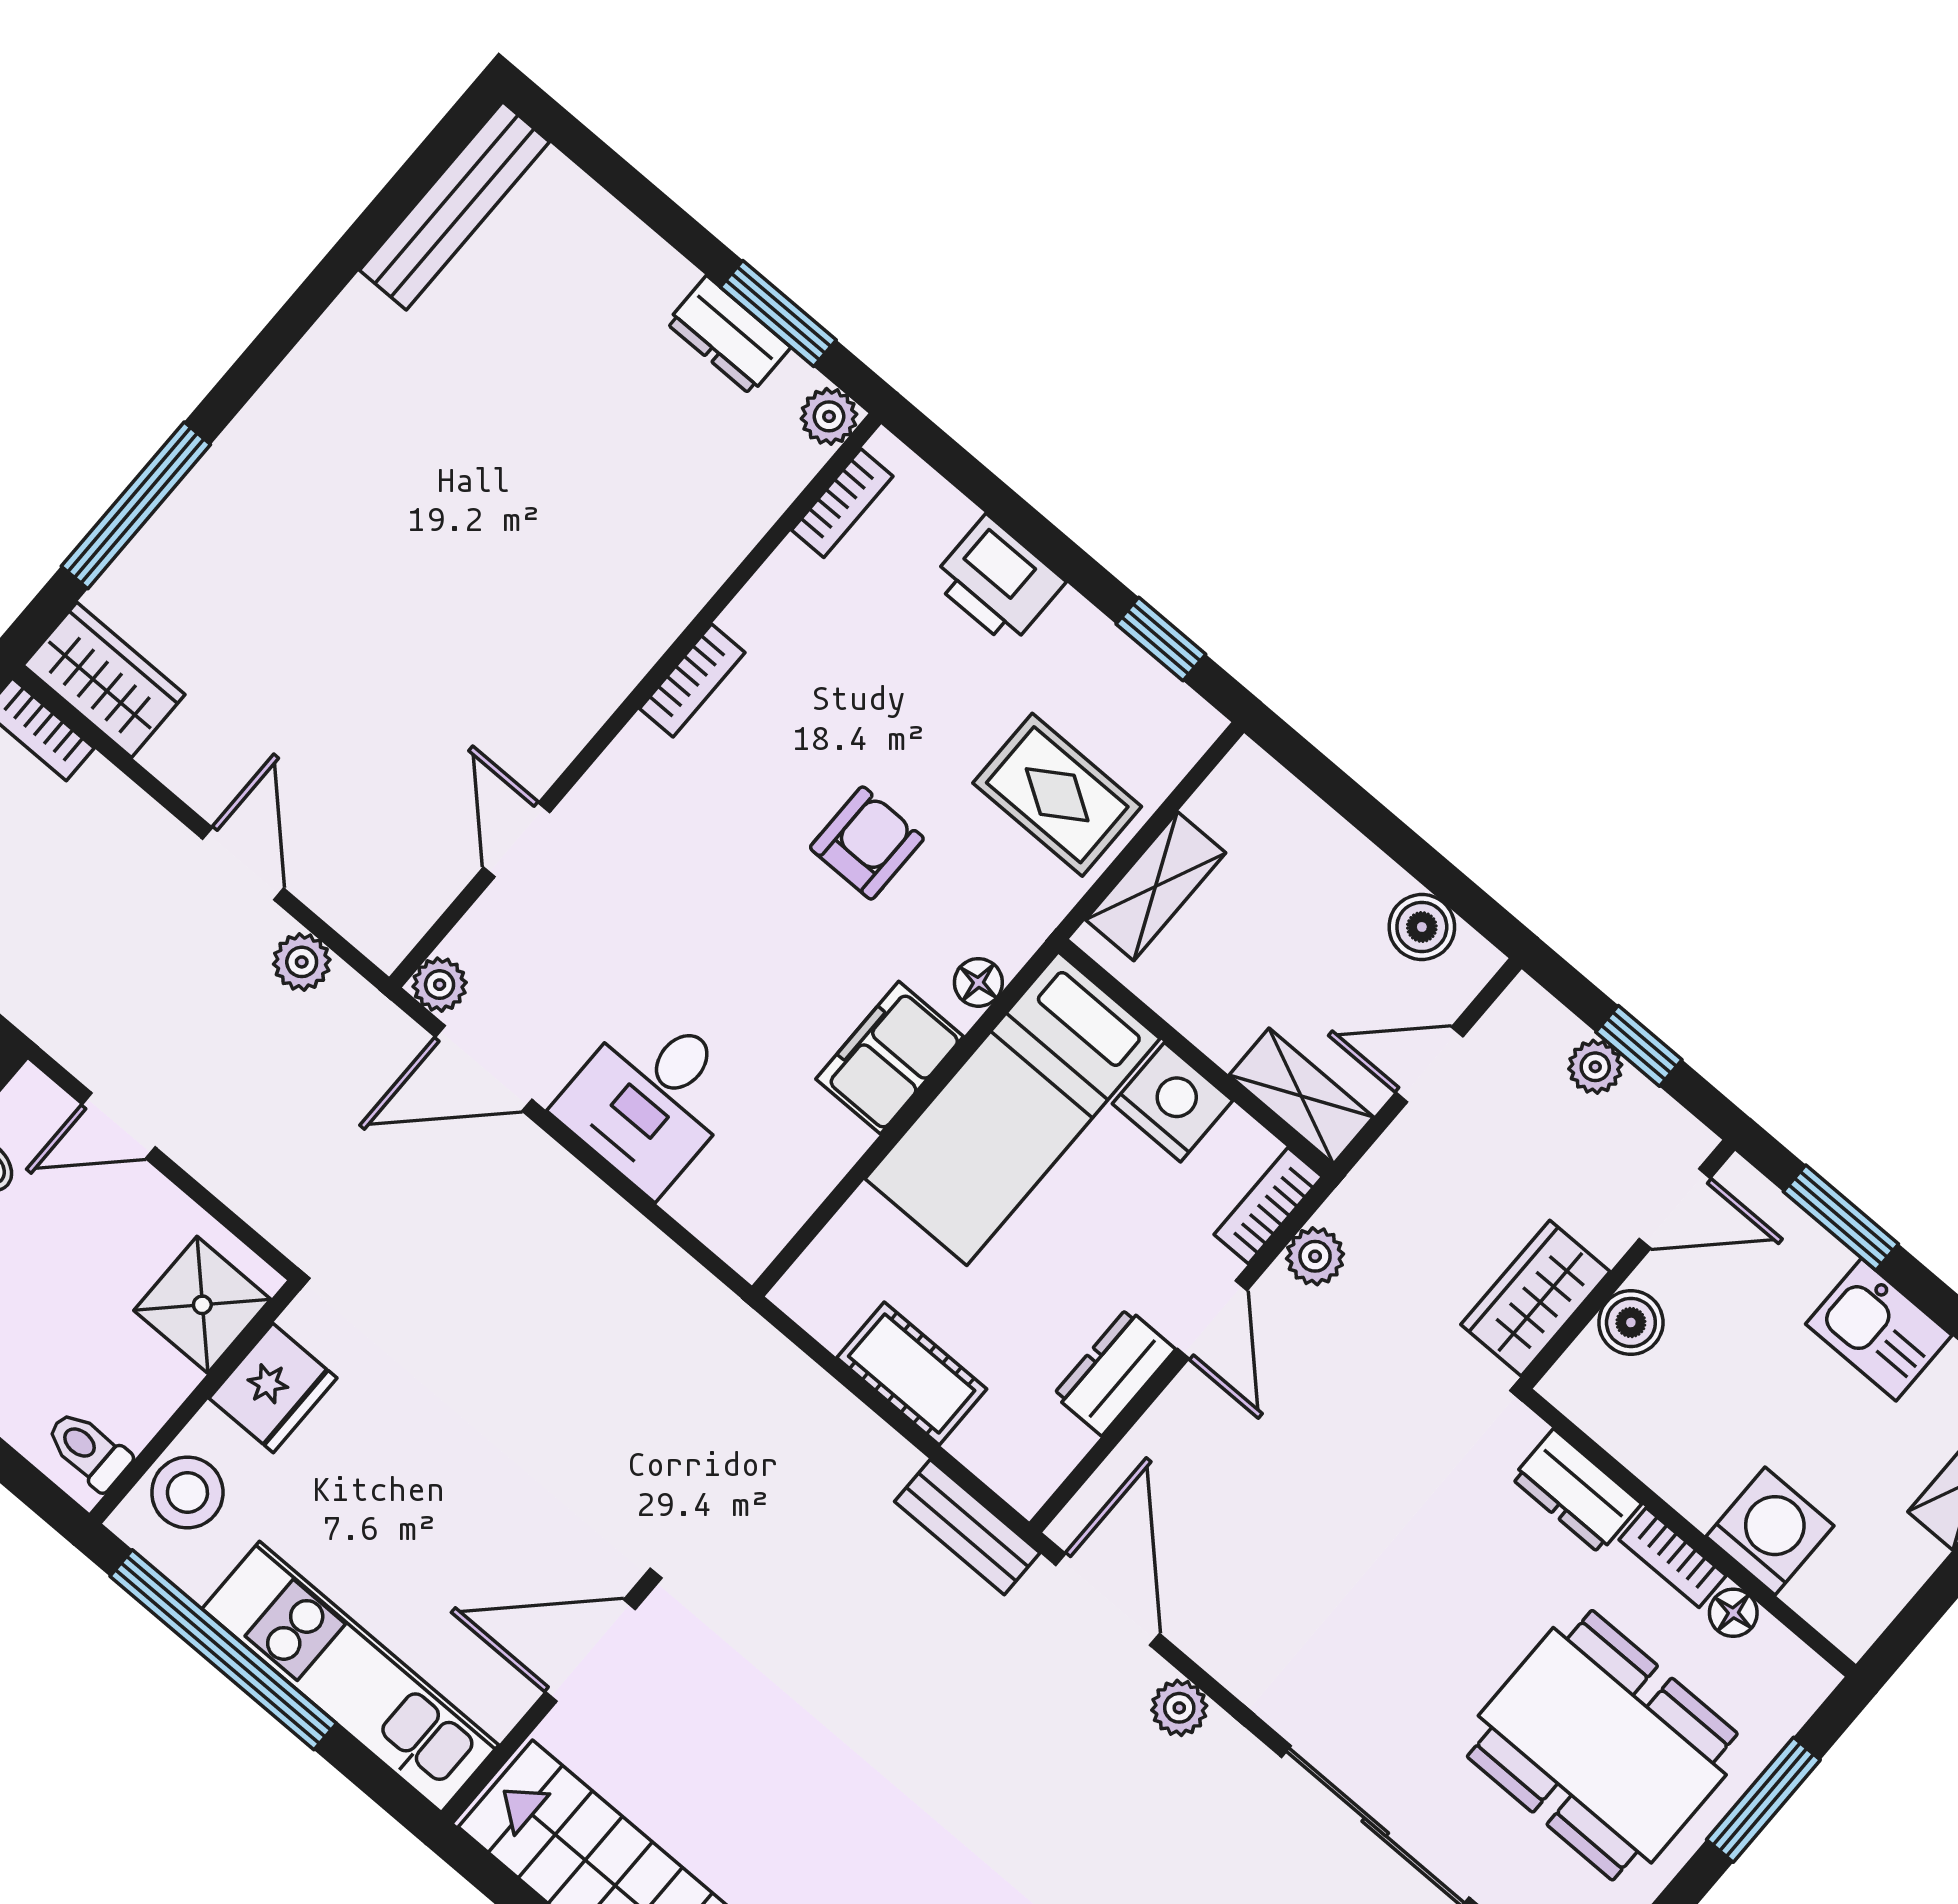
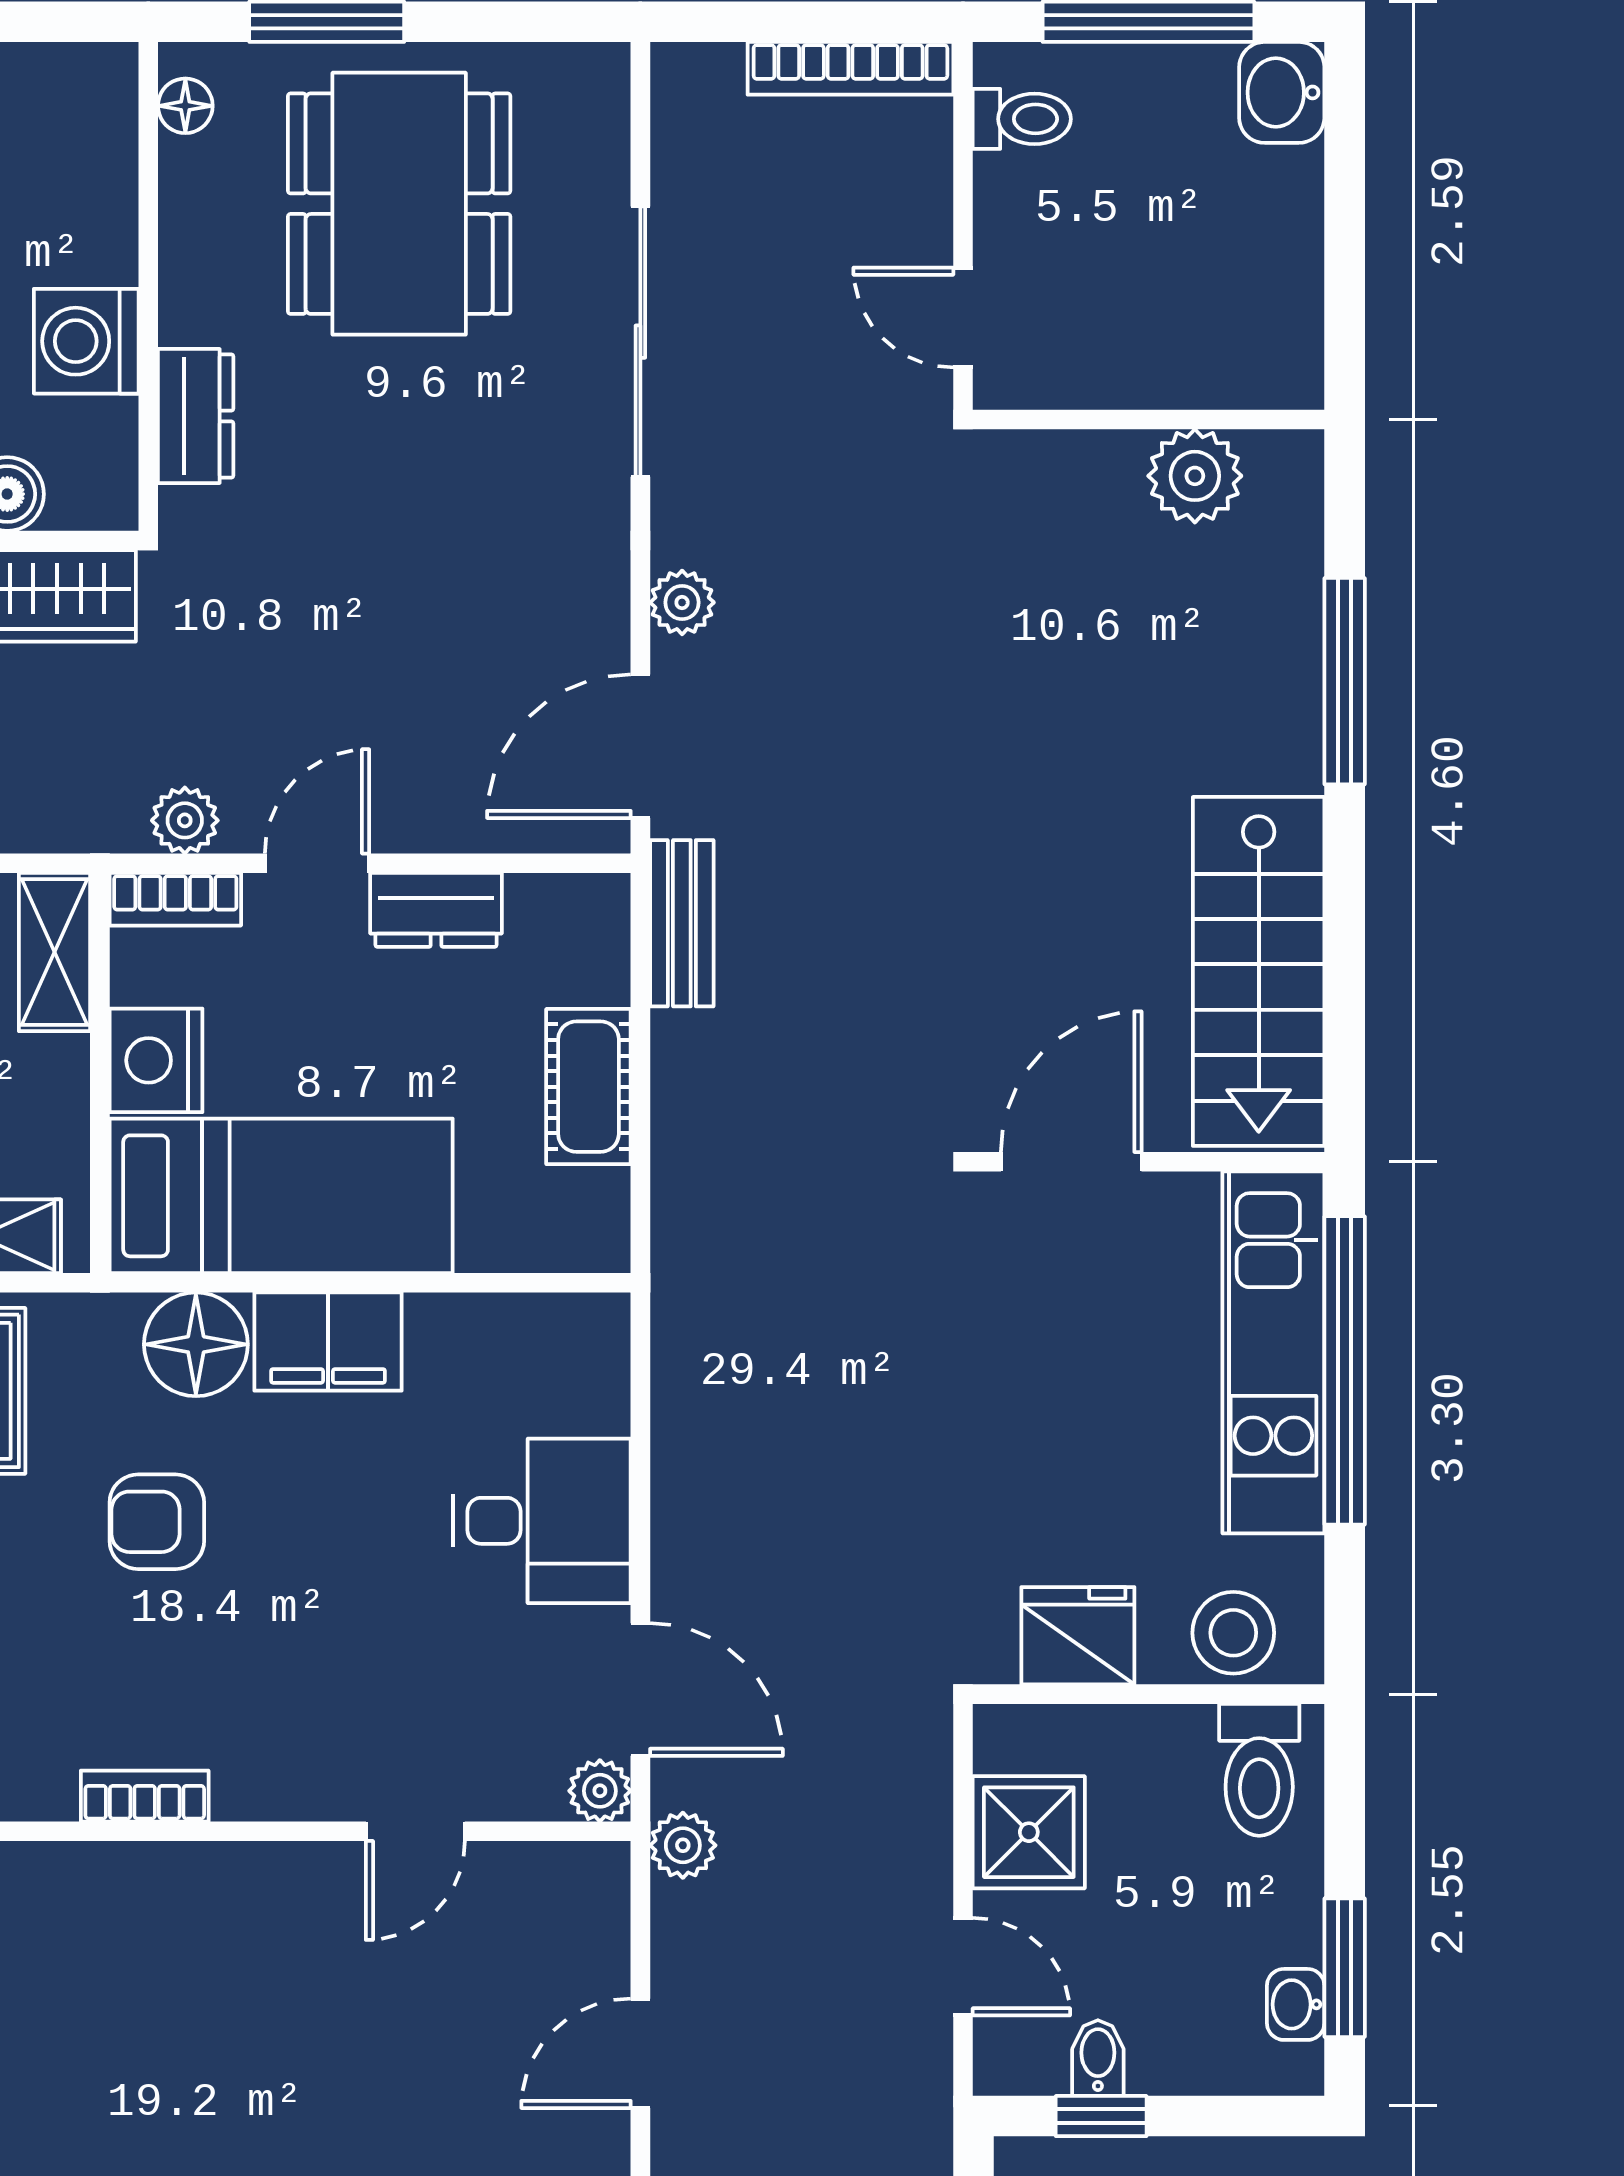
plant: (302, 962) -> (683, 1845), moved
floor lamp: (978, 982) -> (196, 1344), width x1.89, depth x1.89
shower: (202, 1305) -> (1029, 1832), moved
toilet: (88, 1450) -> (1259, 1770), width x1.37, depth x1.39
washing machine: (1770, 1531) -> (86, 341), moved
bookcase: (1673, 1558) -> (182, 282), removed
floor lamp: (1733, 1613) -> (185, 106), moved
window: (223, 1650) -> (1345, 1370), moved
door: (590, 1650) -> (1071, 1162), swing flipped

